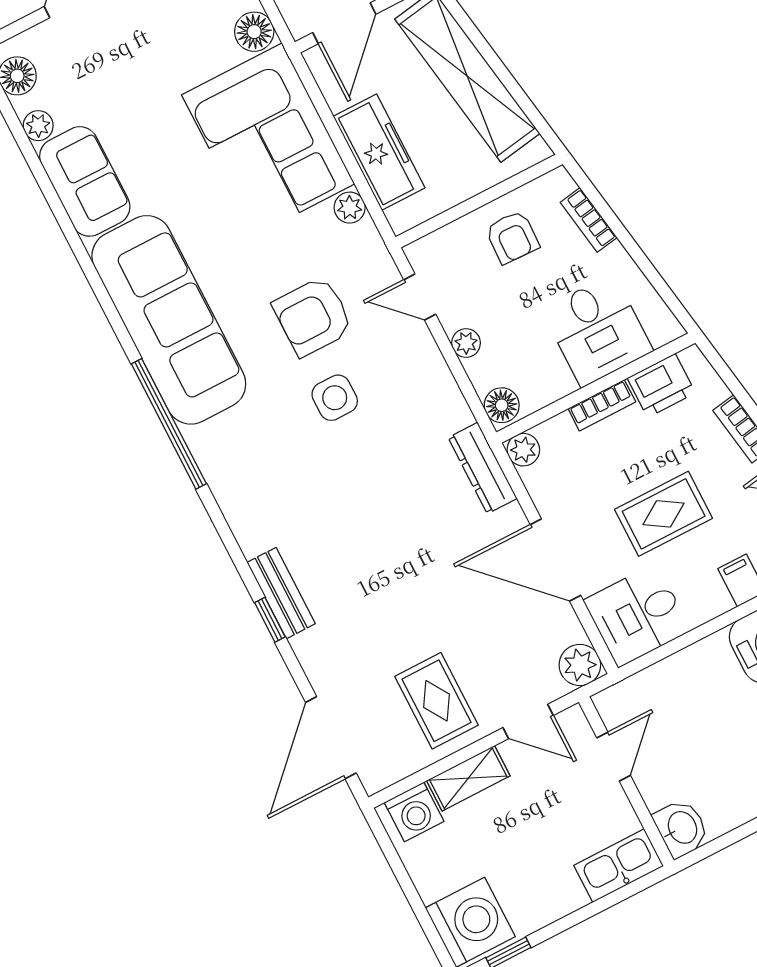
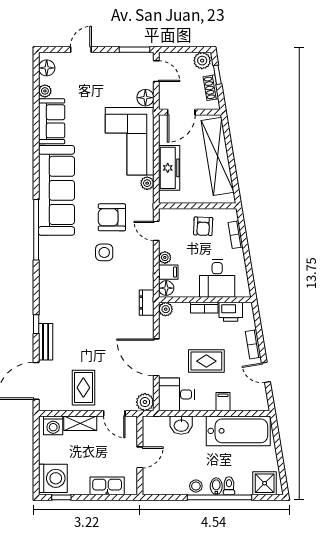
filing cabinet: (489, 370) -> (168, 272), added
dresser: (483, 468) -> (147, 303), width x0.70
bench: (281, 593) -> (46, 342), moved
door: (614, 757) -> (140, 457), moved
washbasin: (681, 828) -> (181, 425), moved, turned 90
kitchen sink: (619, 866) -> (107, 486), moved

